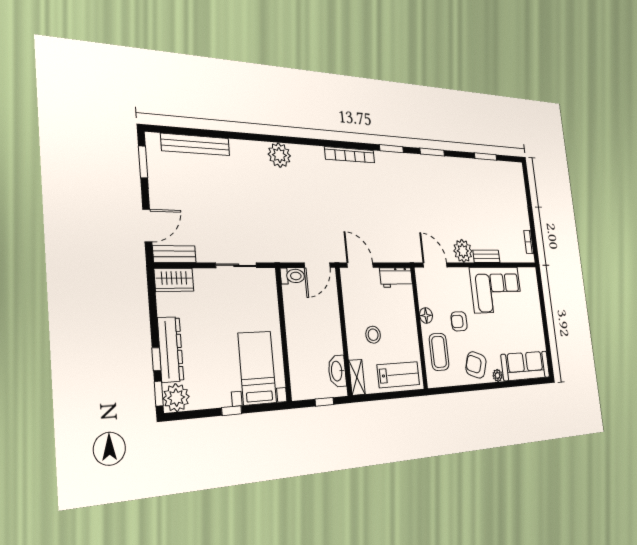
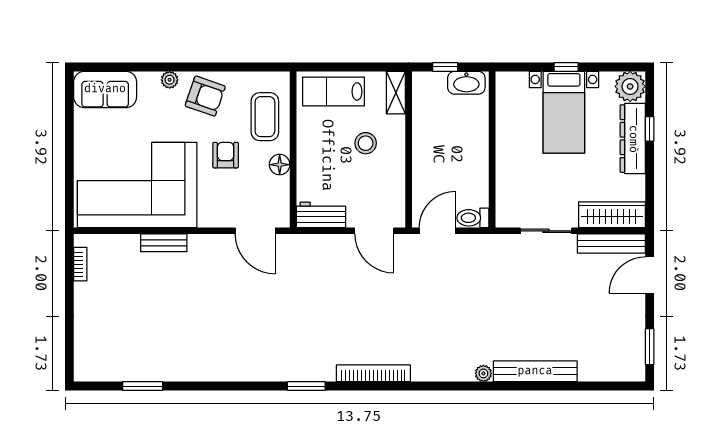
bench: (196, 145) -> (535, 371), moved
window: (432, 152) -> (238, 386), removed
plant: (279, 155) -> (483, 373), width x0.53, depth x0.53
plant: (463, 251) -> (205, 250), removed
bench: (174, 254) -> (611, 243), width x1.36
wardrobe: (174, 280) -> (612, 215), width x1.50
corner sofa: (496, 290) -> (137, 185), width x1.36, depth x1.36
armchair: (459, 321) -> (226, 155), turned -89
sofa: (525, 366) -> (105, 89), width x0.73
bed with nightstands: (257, 368) -> (564, 112), moved
washbasin: (337, 371) -> (466, 83), moved, turned 90
window: (159, 394) -> (650, 92), removed

